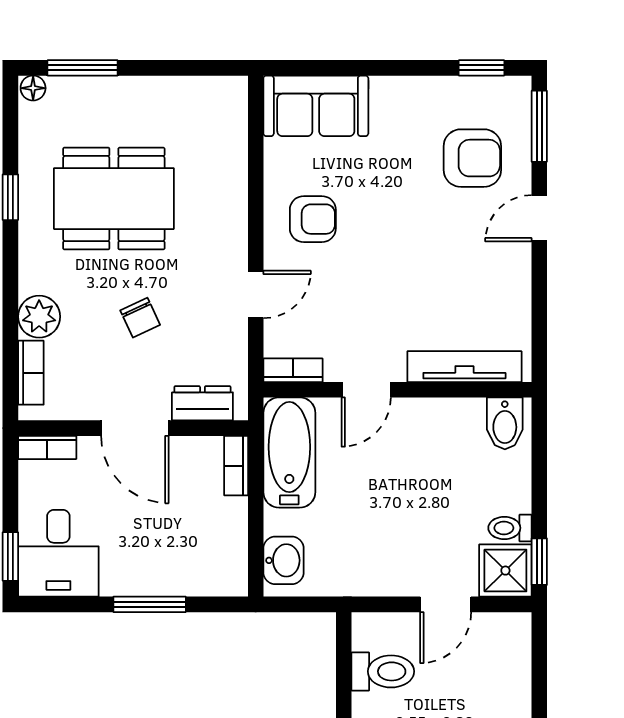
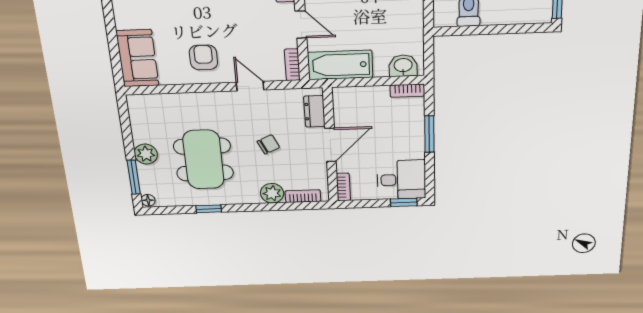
plant: (129, 96) -> (146, 154), added
bookcase: (236, 466) -> (407, 91), moved

